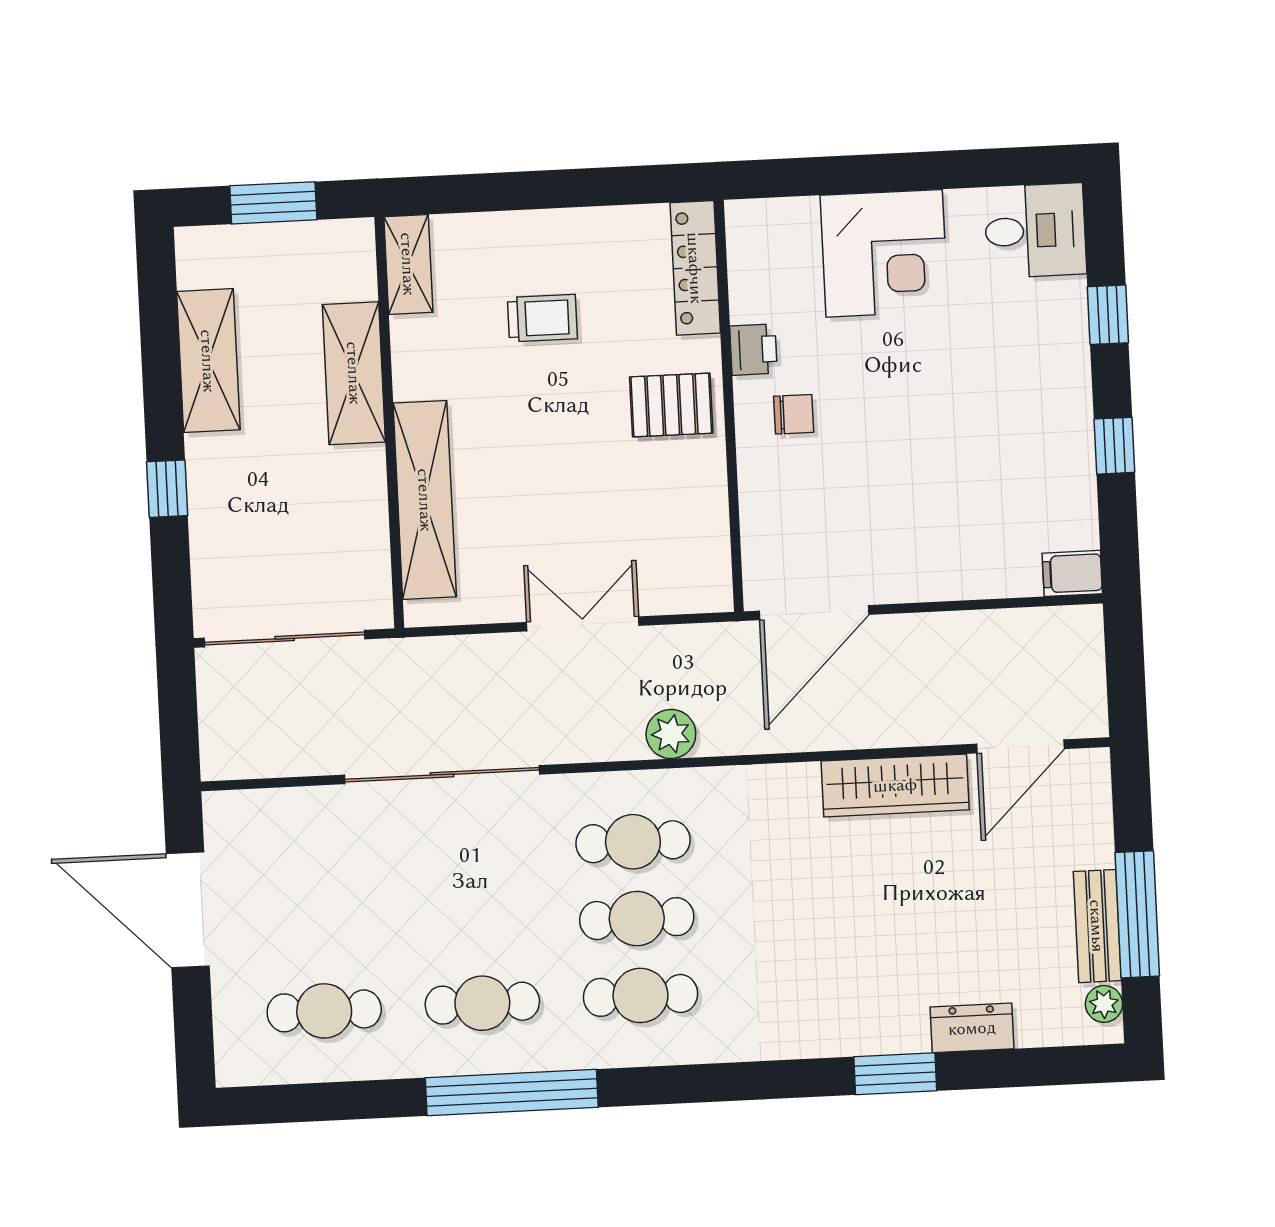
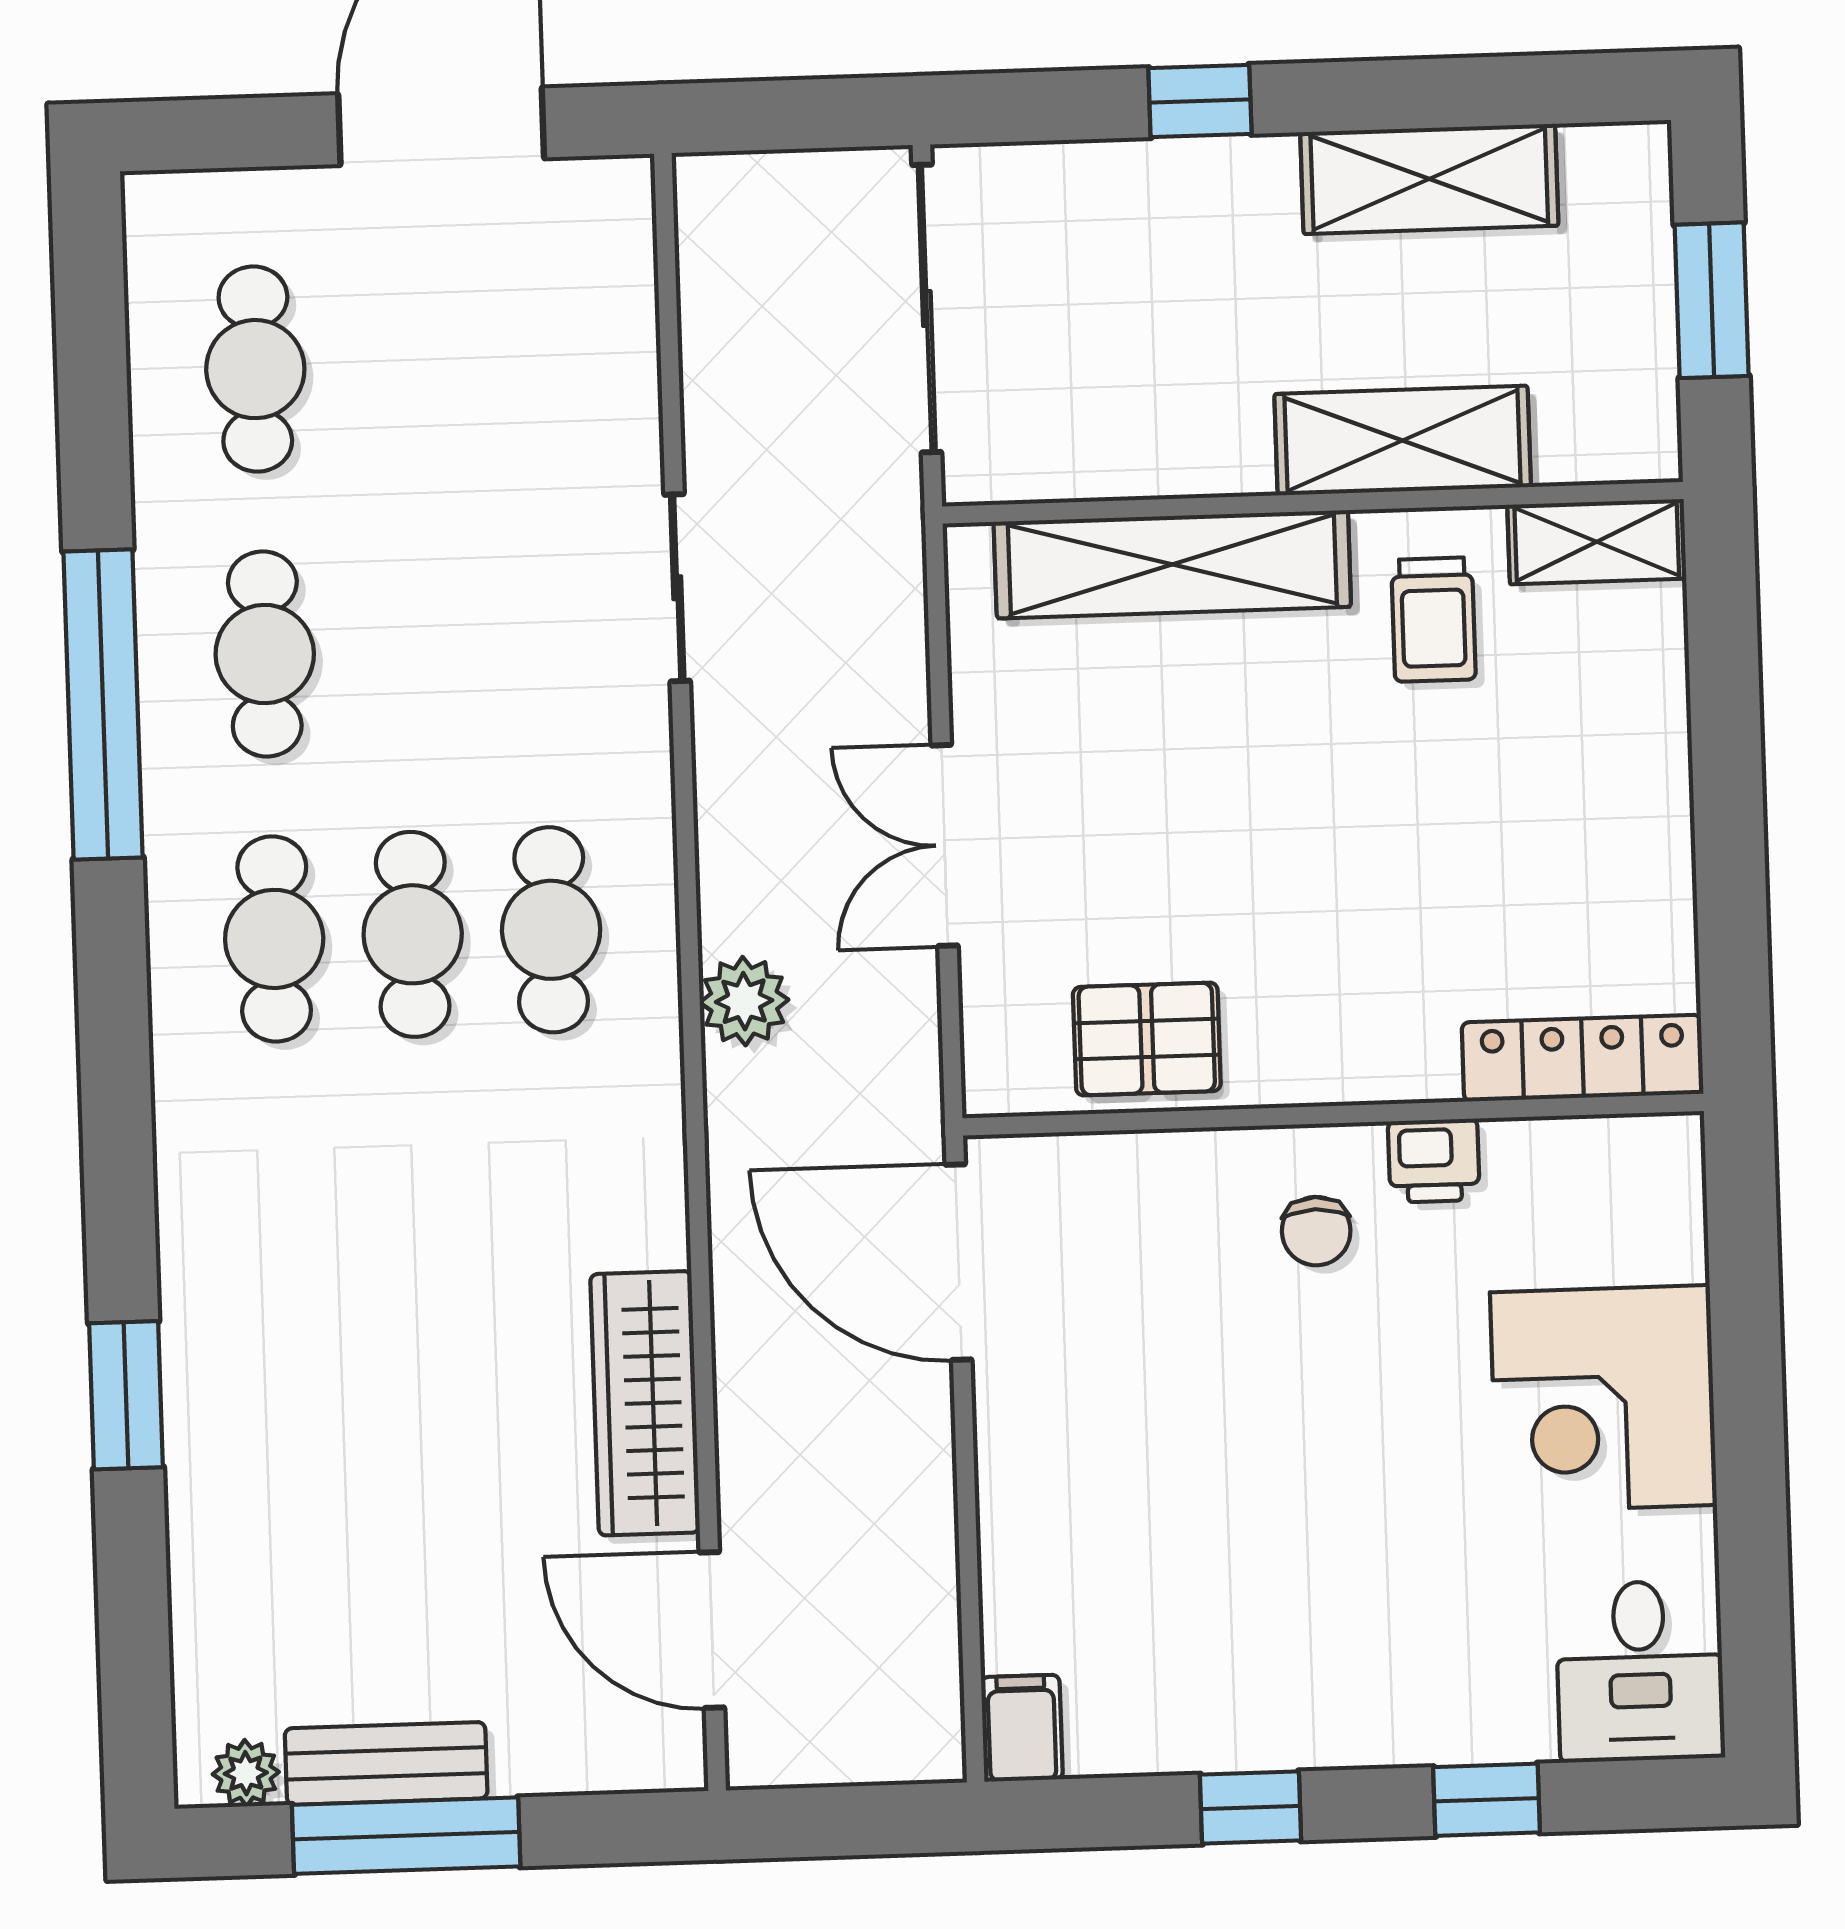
trolley: (542, 318) -> (1433, 620), moved
pallet: (671, 405) -> (1147, 1039), moved, turned 90
double door: (583, 624) -> (945, 845), swing flipped
sliding door: (442, 775) -> (677, 588), width x0.54
dresser: (972, 1028) -> (206, 1535), removed

